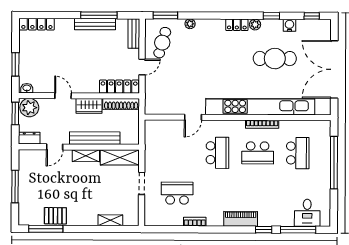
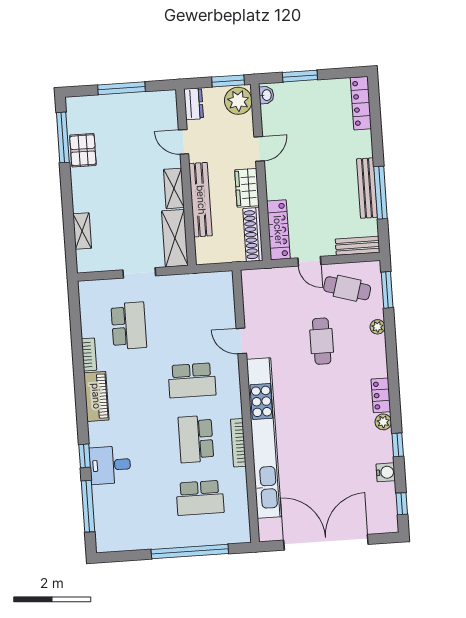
cafe table: (275, 59) -> (322, 341), moved, width x0.73, depth x0.74
desk: (307, 213) -> (110, 465), moved
piano: (241, 219) -> (96, 396), moved

